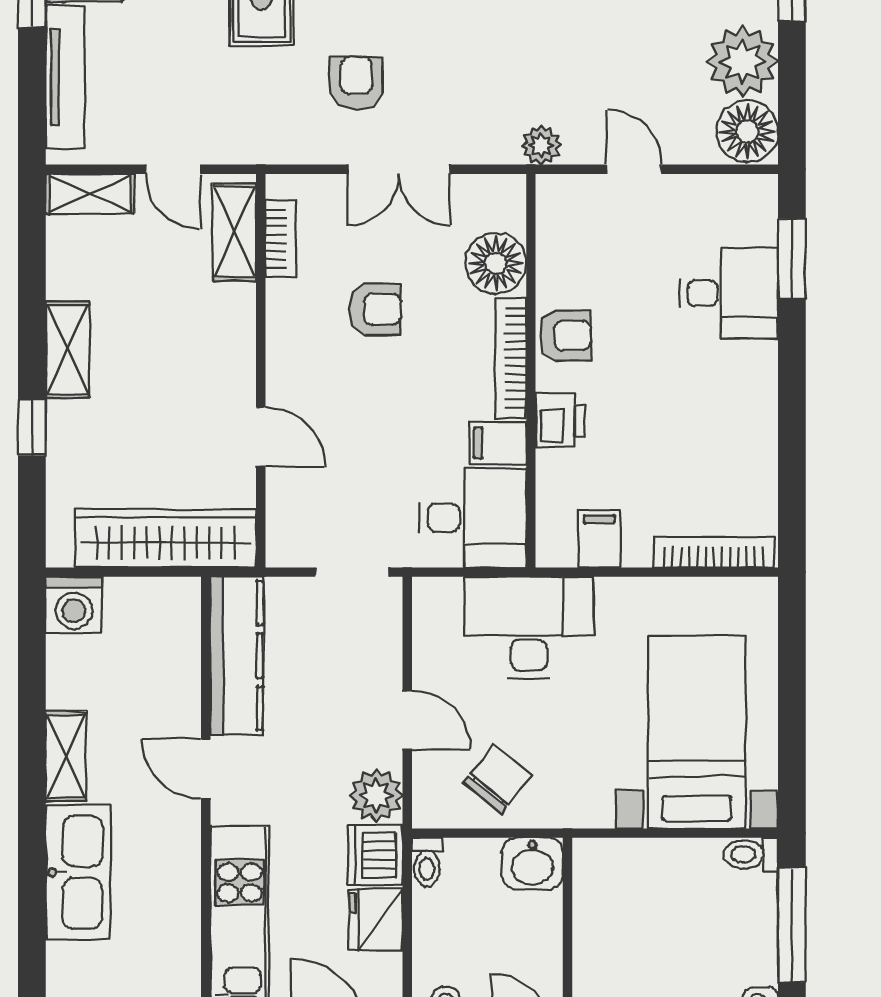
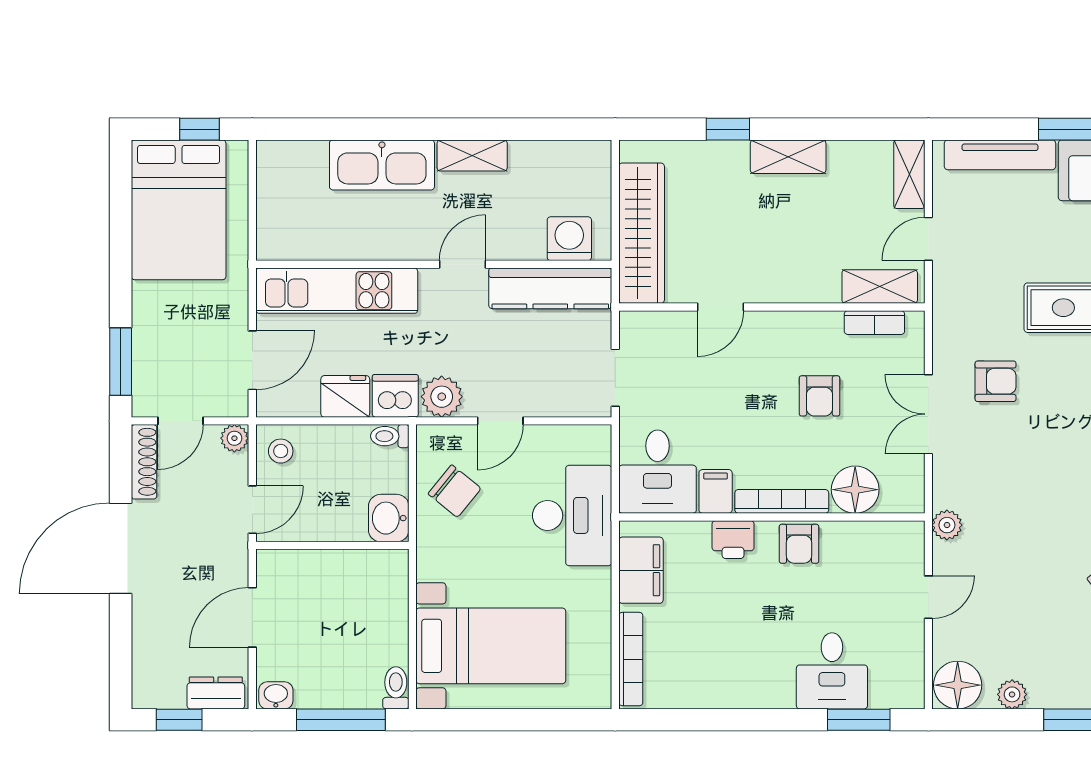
plant: (743, 62) -> (1012, 694), width x0.53, depth x0.53
filing cabinet: (599, 539) -> (641, 570), width x2.00
washing machine: (74, 605) -> (569, 239), moved, turned 90

